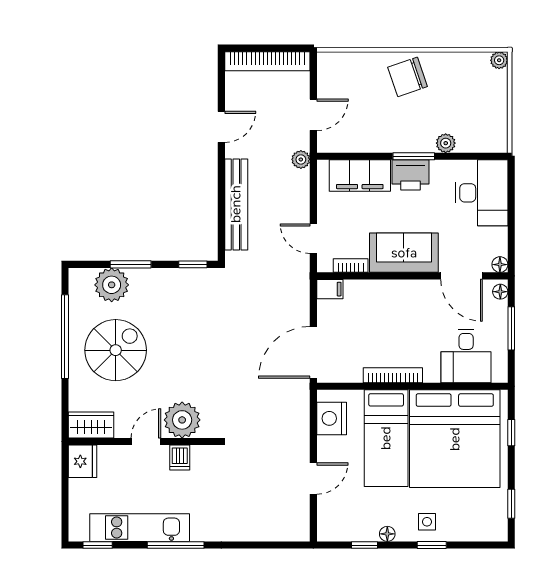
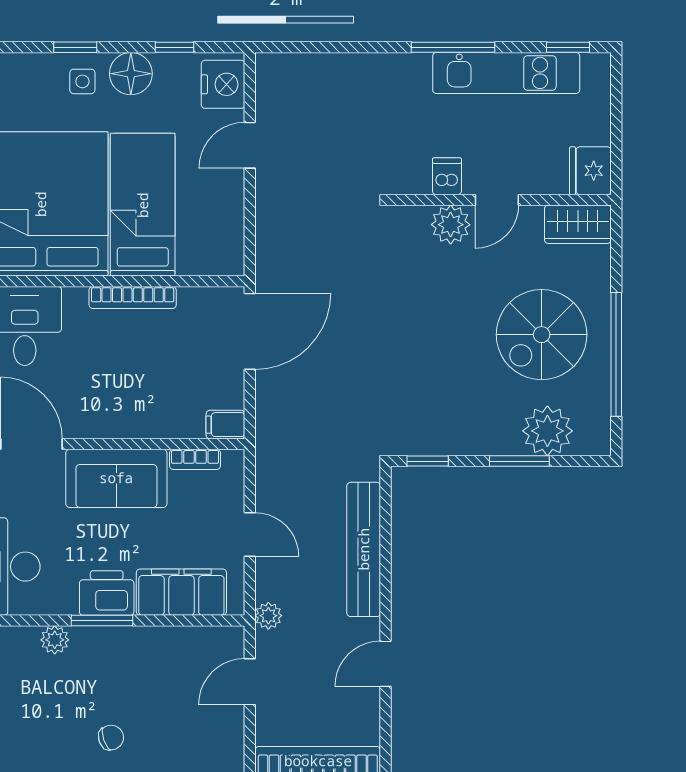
chair: (408, 77) -> (111, 738), width x0.54, depth x0.54
door: (313, 239) -> (250, 534), moved
nightstand: (332, 418) -> (223, 84), moved
plant: (182, 420) -> (451, 225), width x0.73, depth x0.73
floor lamp: (387, 534) -> (131, 74), width x1.89, depth x1.89

